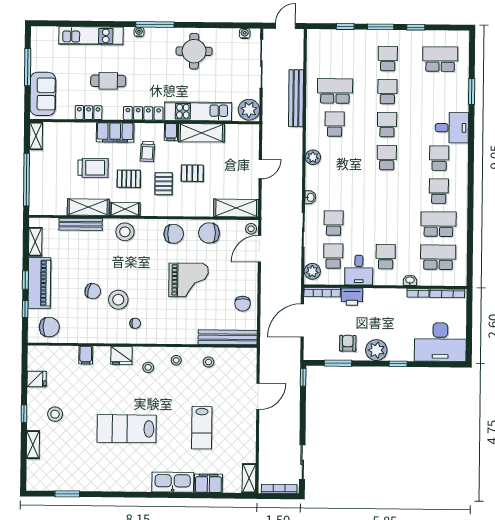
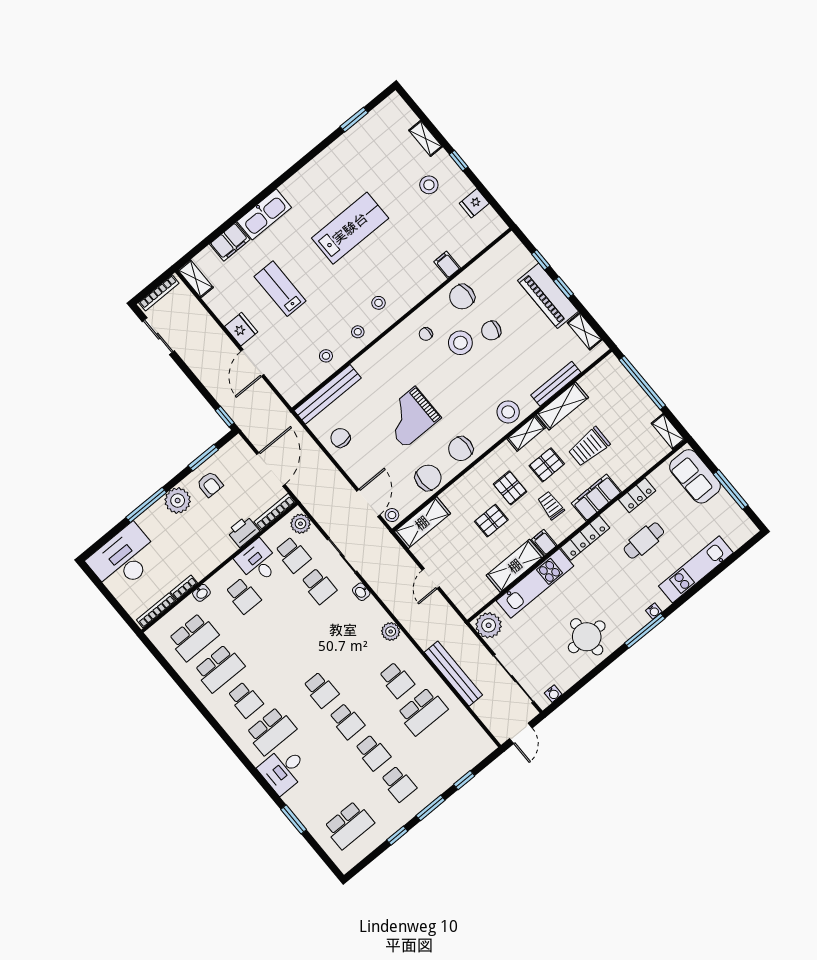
school desk: (439, 158) -> (271, 731), width x1.85
chair: (49, 327) -> (462, 297), moved
fridge: (121, 355) -> (241, 329), moved, turned 90
window: (398, 364) -> (146, 505), width x2.17

